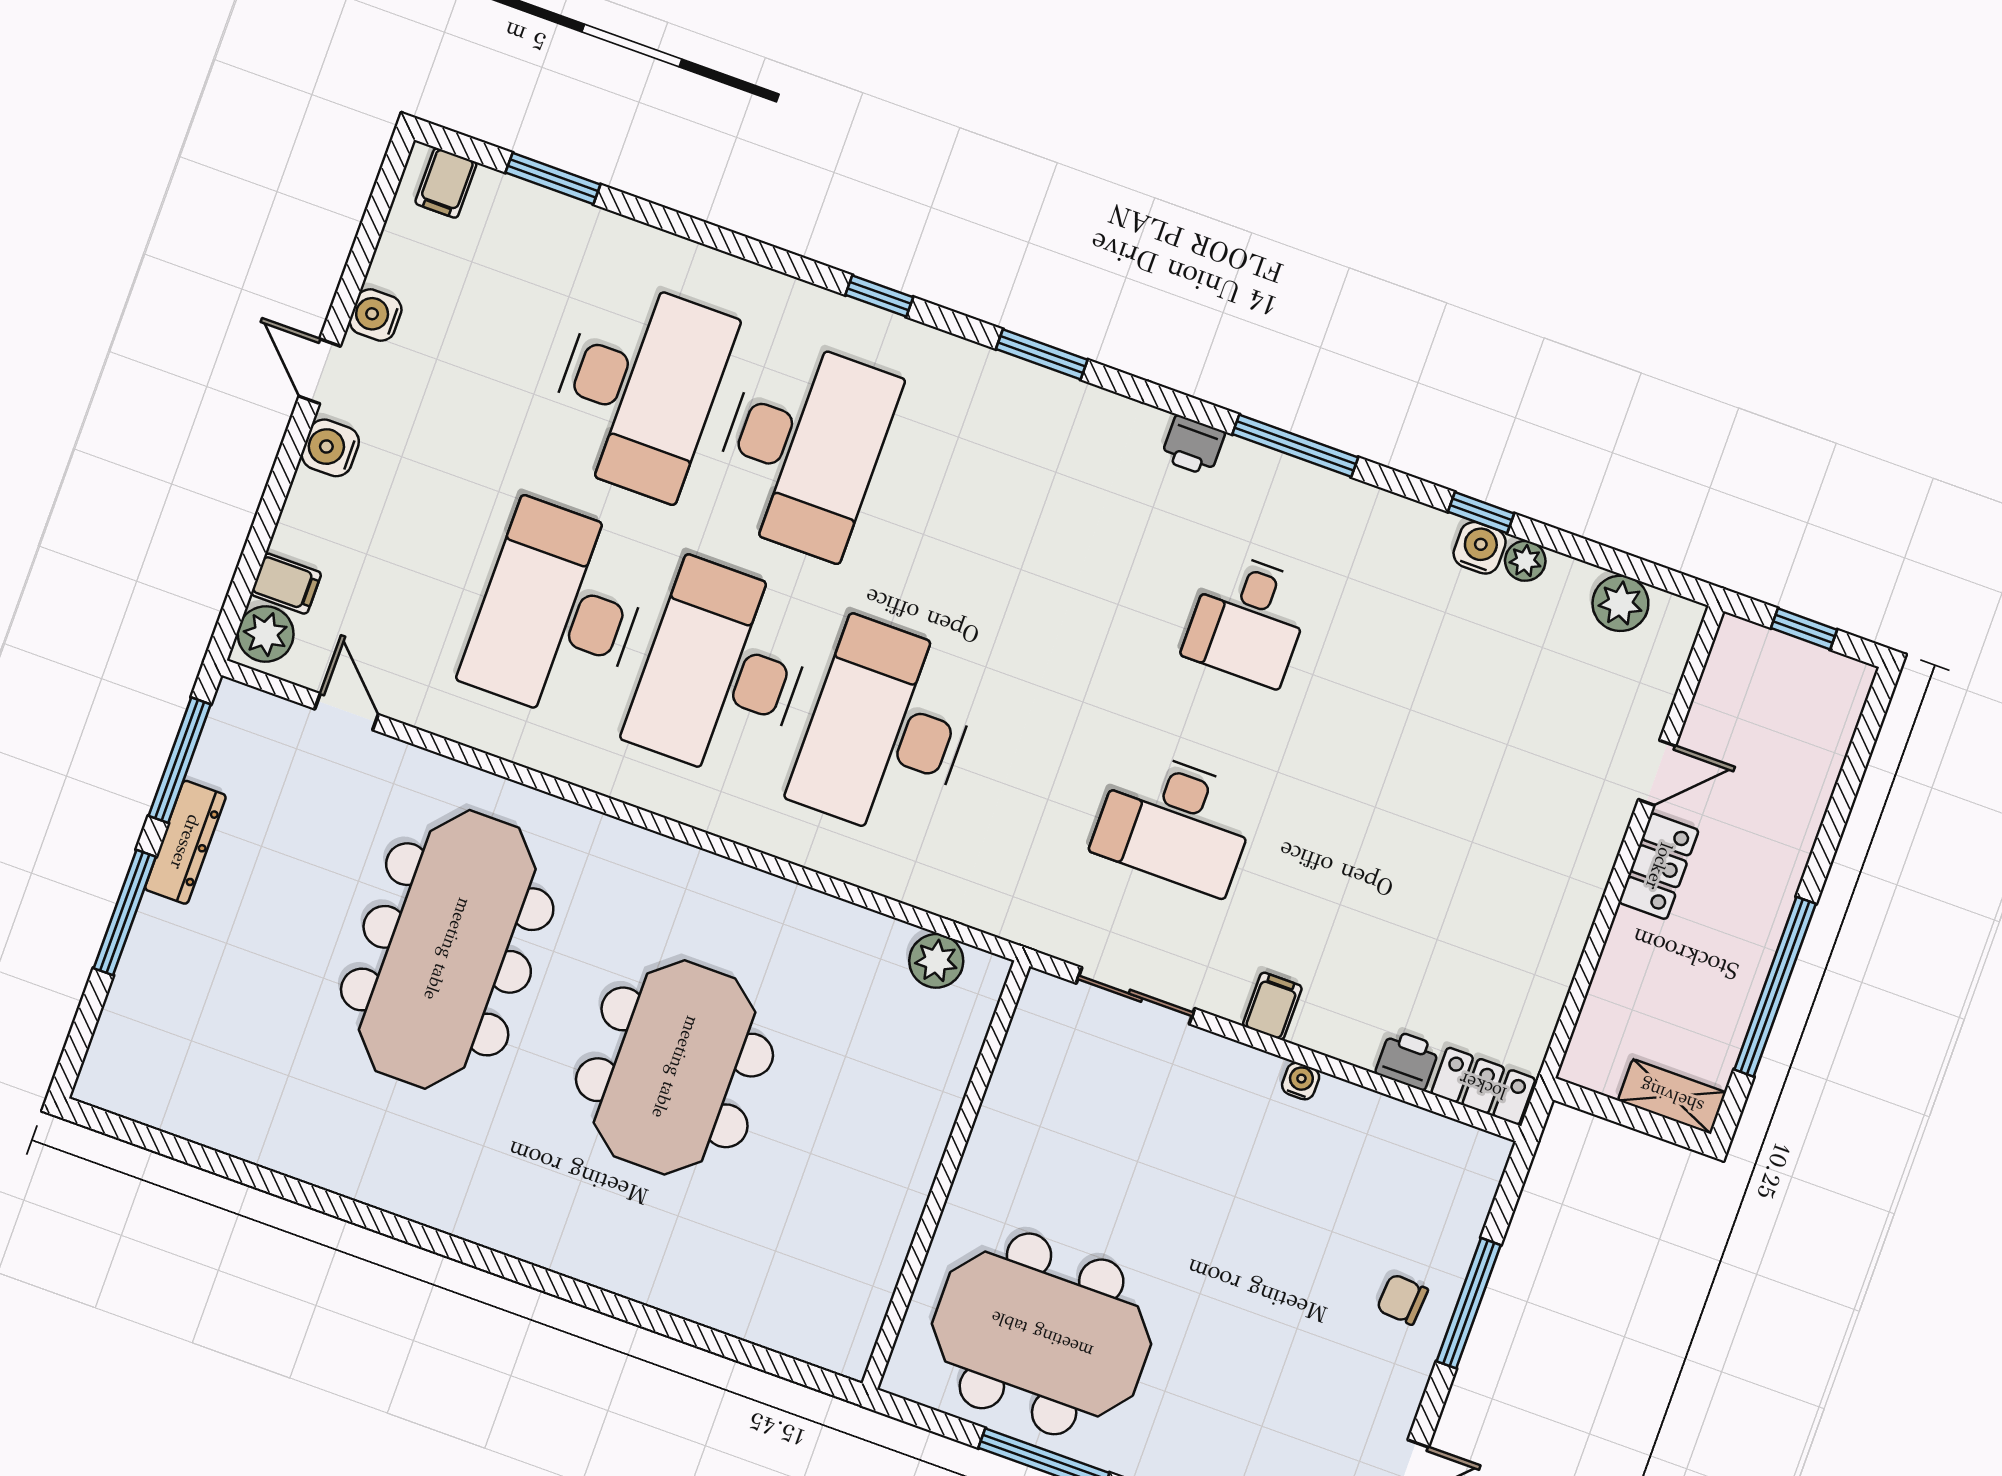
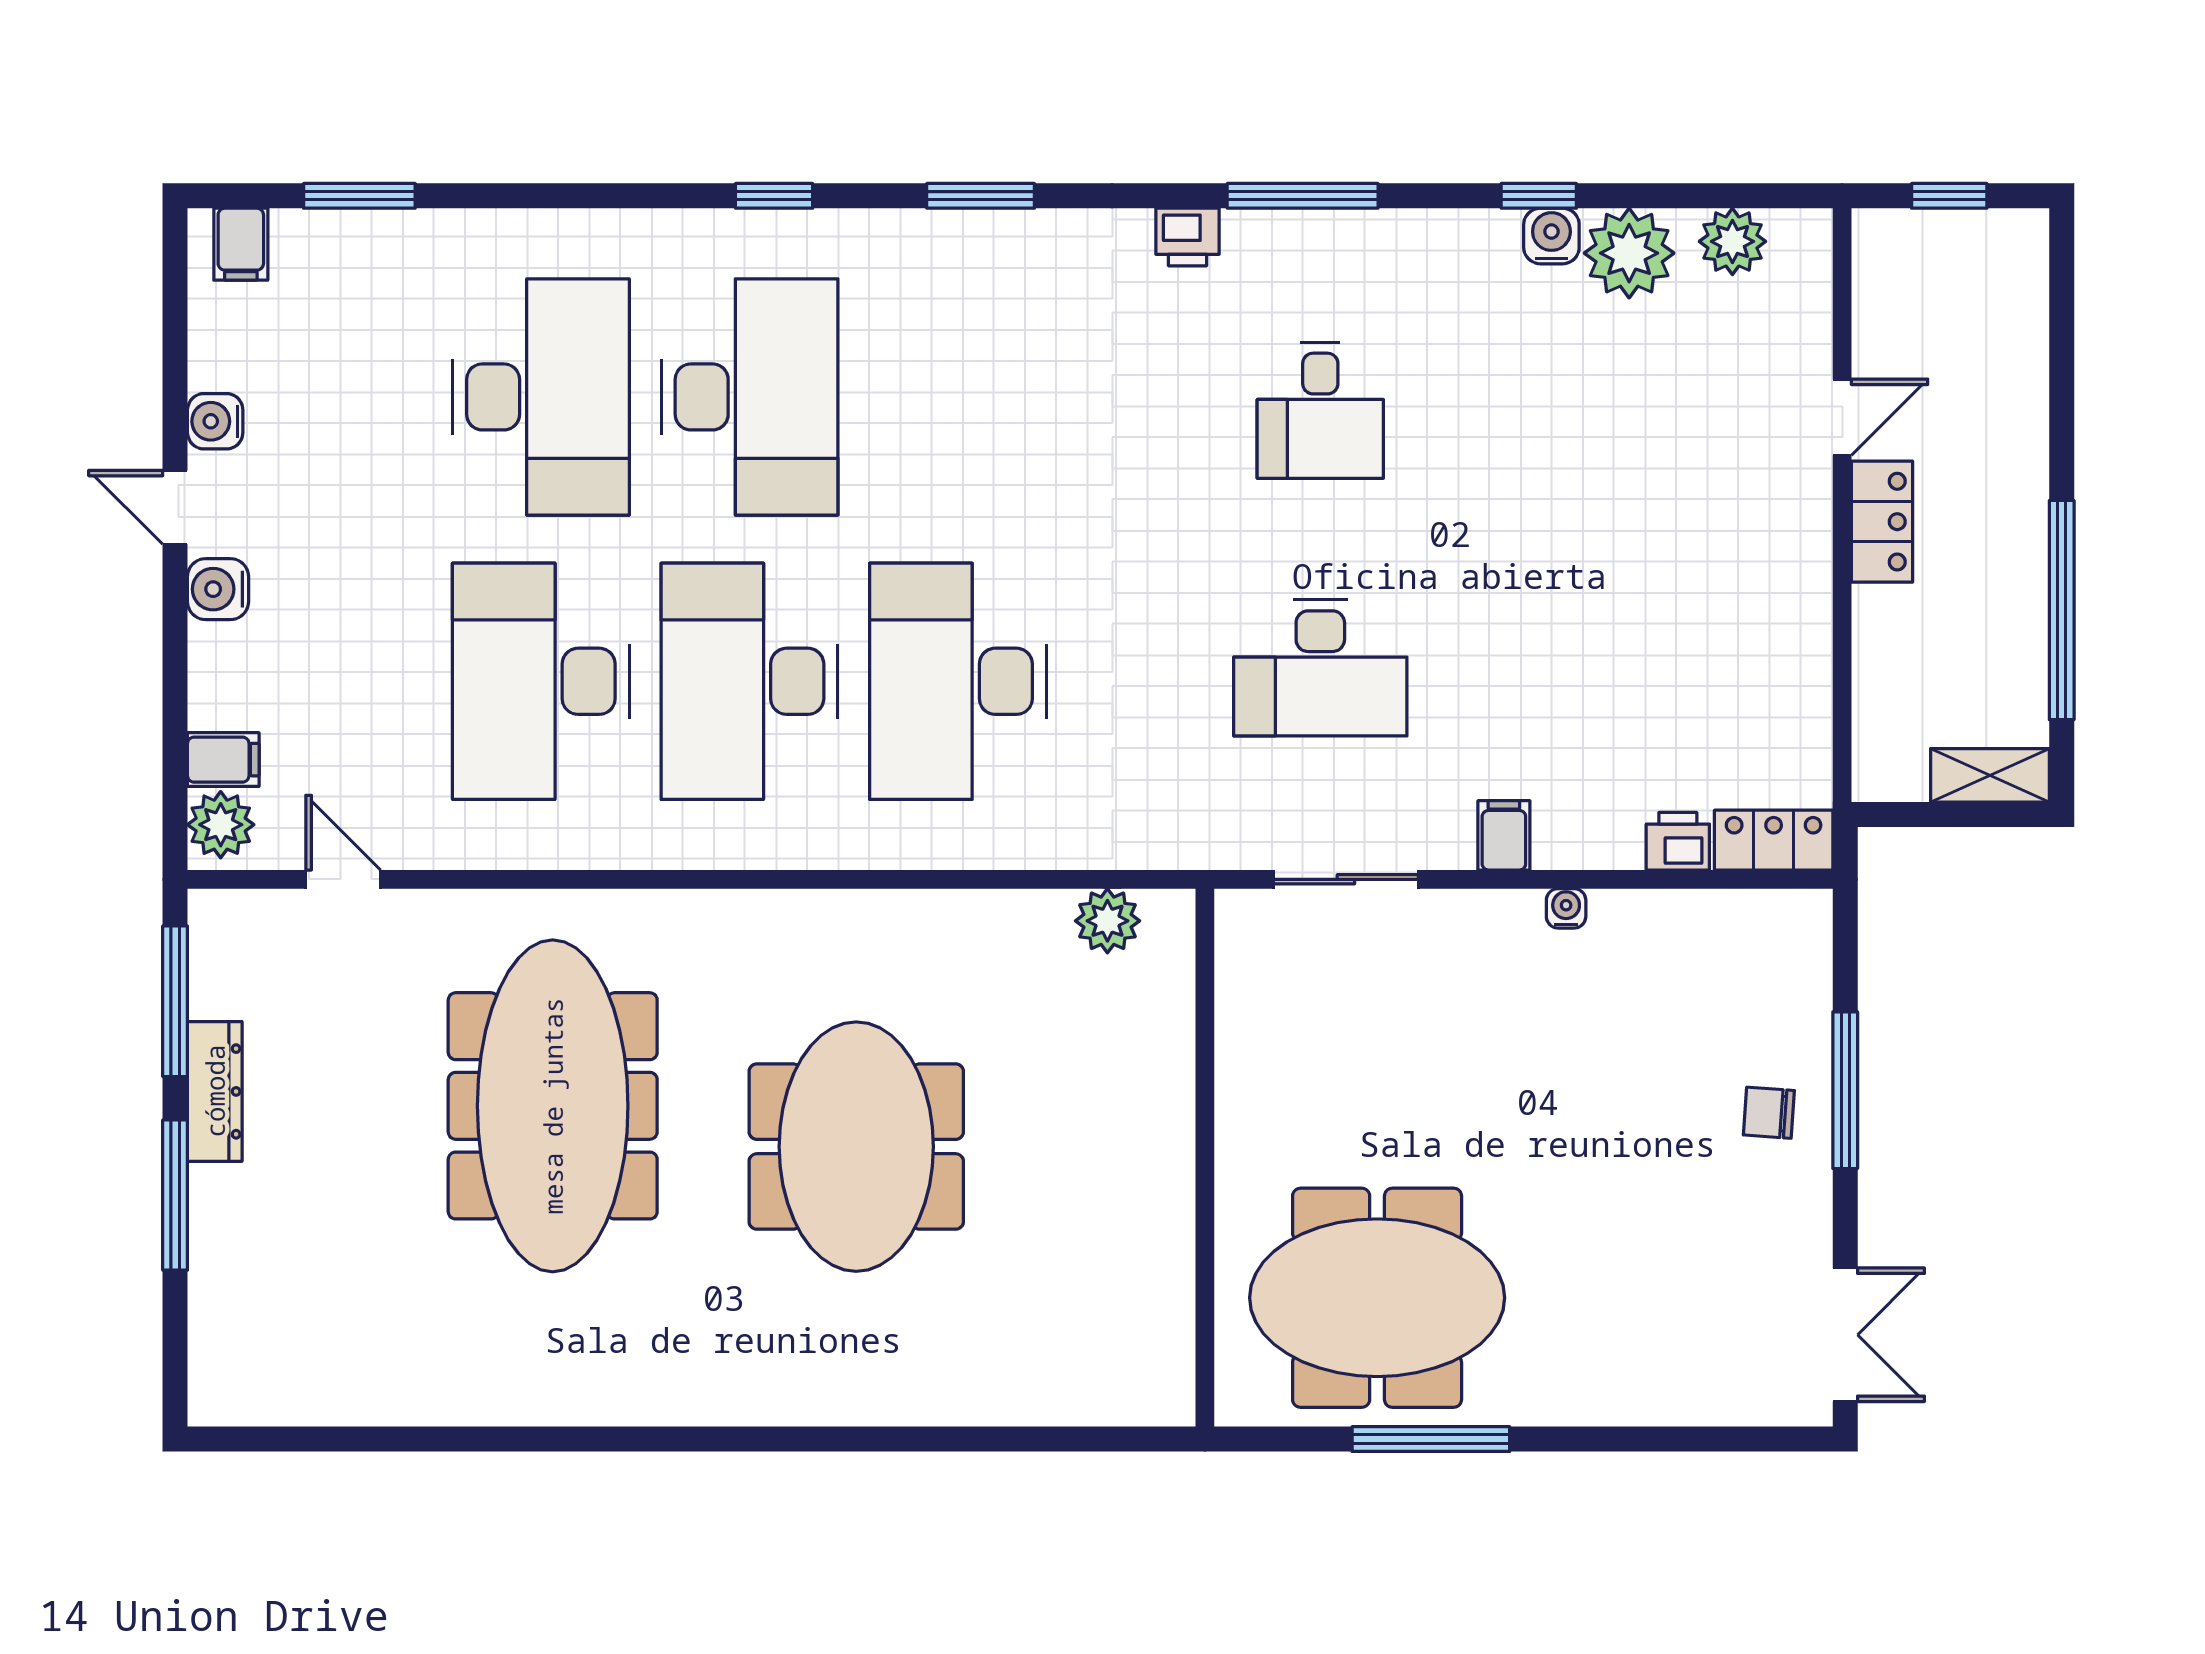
plant: (1525, 561) -> (1629, 253), width x1.88, depth x1.88

